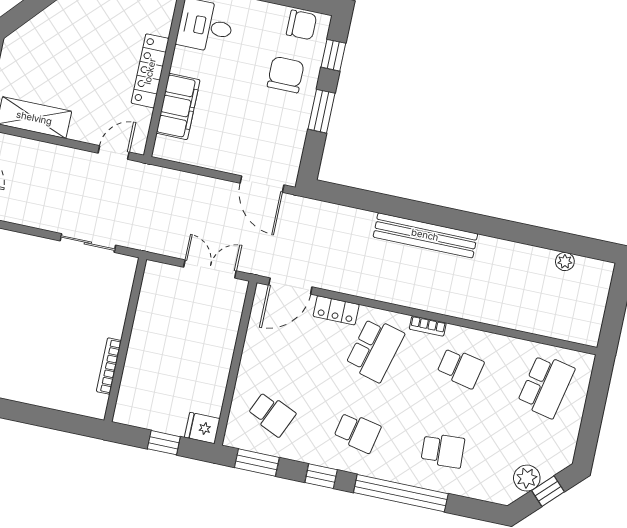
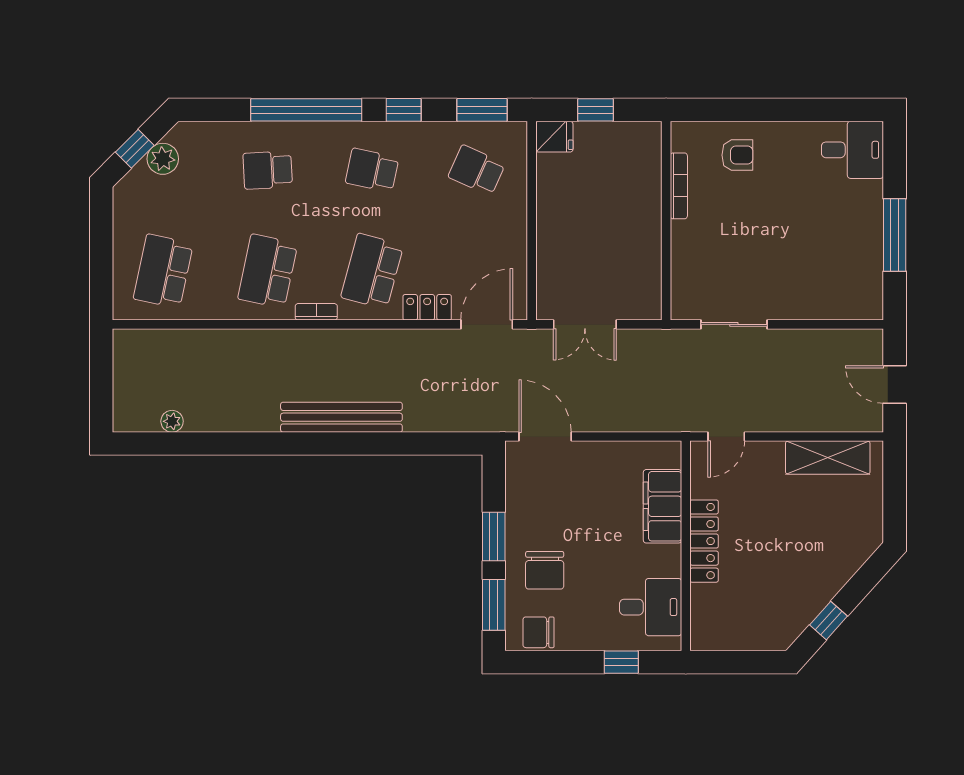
window: (333, 55) -> (494, 605), width x1.50
school desk: (460, 368) -> (268, 271), width x1.85
armchair: (56, 381) -> (737, 155), added

